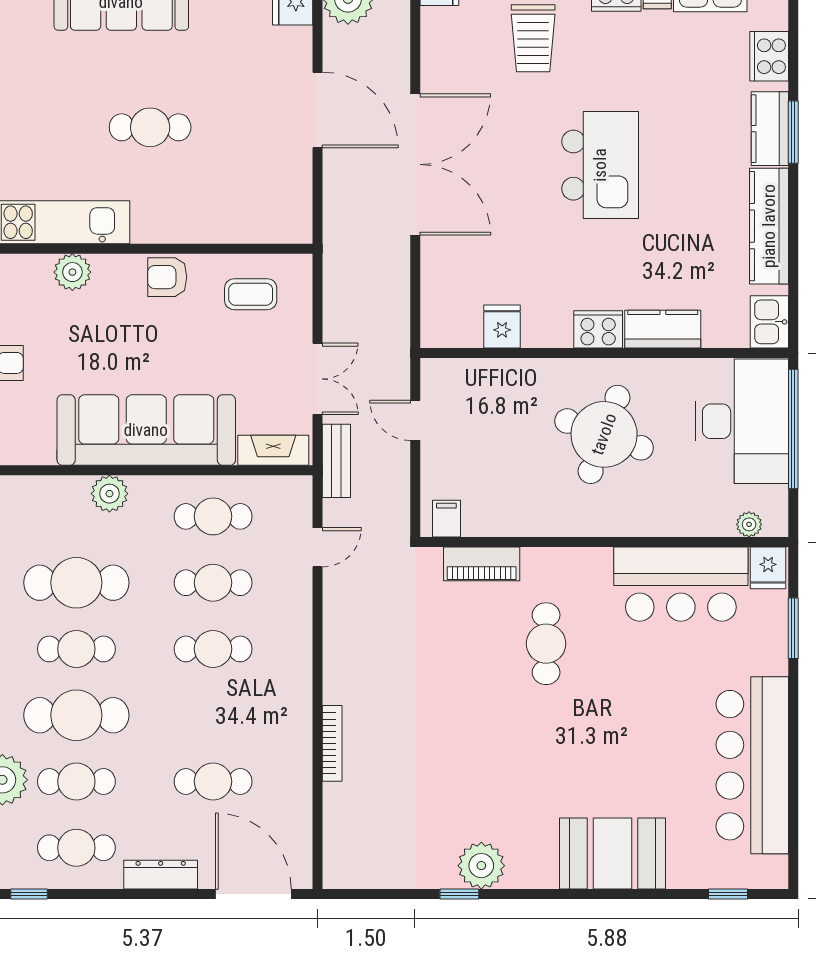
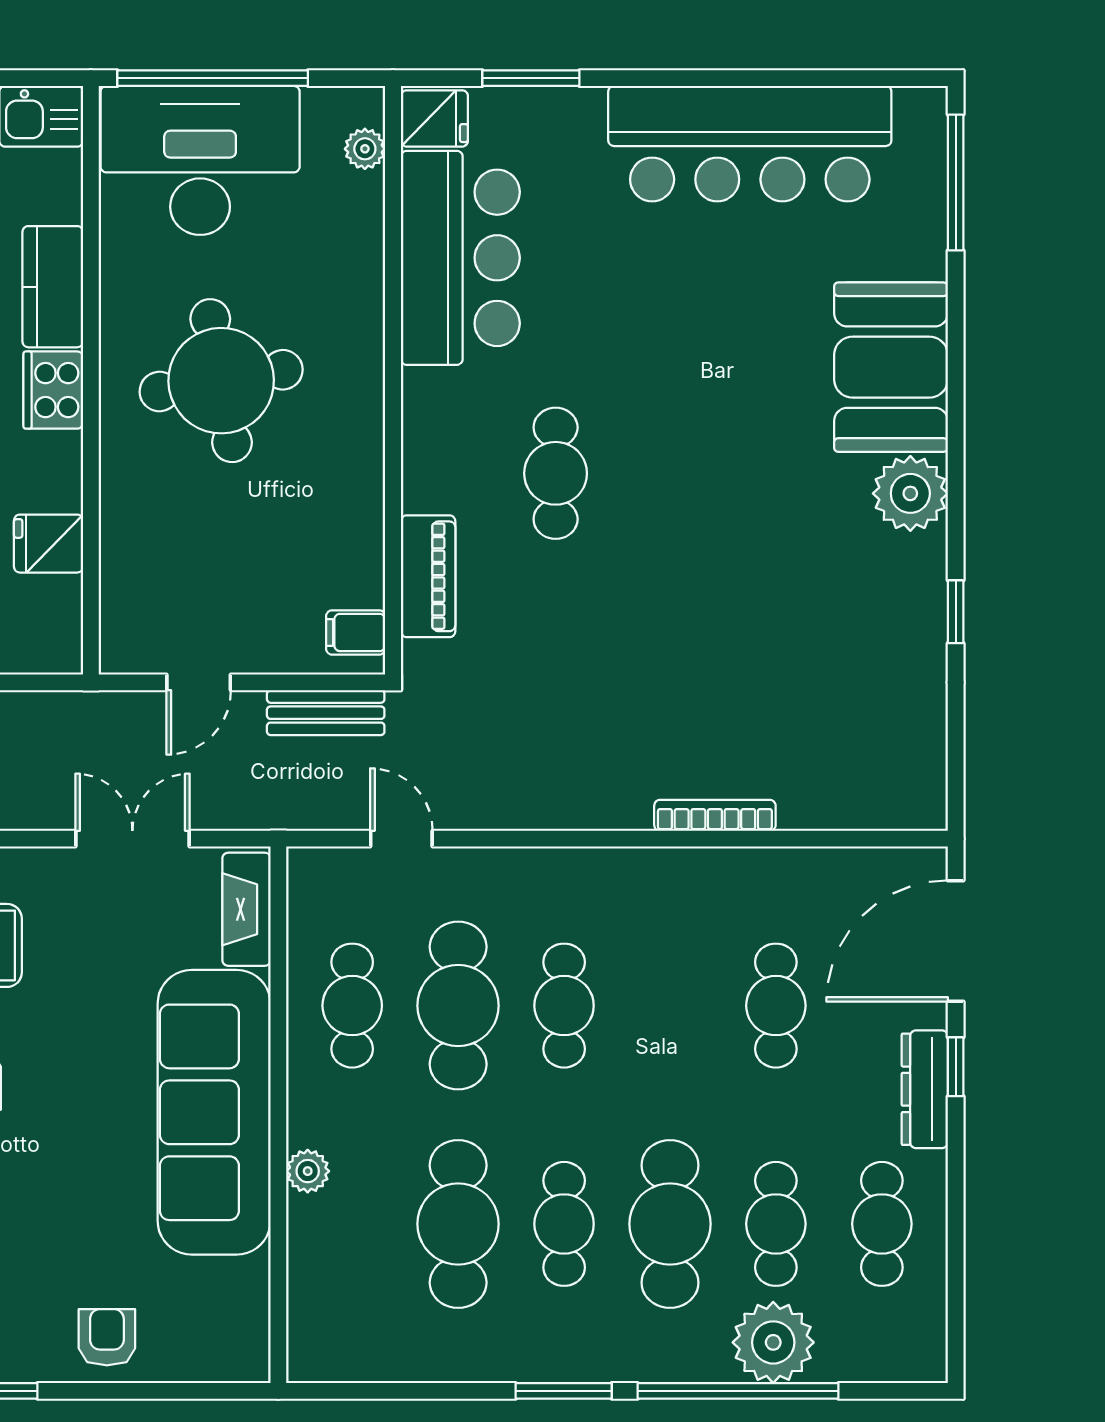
round table: (604, 434) -> (221, 381), turned -30
bench: (336, 461) -> (326, 713), moved
plant: (109, 494) -> (308, 1171), width x0.73, depth x0.73
cafe table: (213, 583) -> (458, 1006), width x1.37, depth x1.35
cafe table: (546, 644) -> (556, 473), turned 90
plant: (481, 866) -> (910, 493), moved
window: (29, 894) -> (956, 1067), moved
window: (728, 894) -> (956, 183), width x2.17

